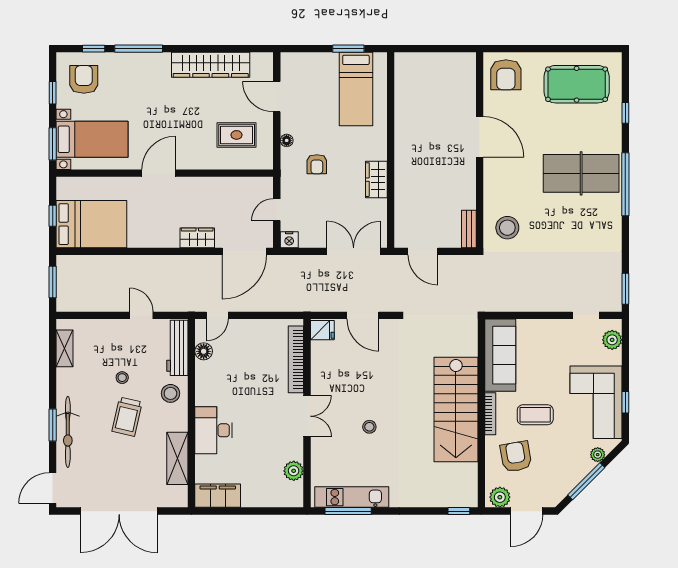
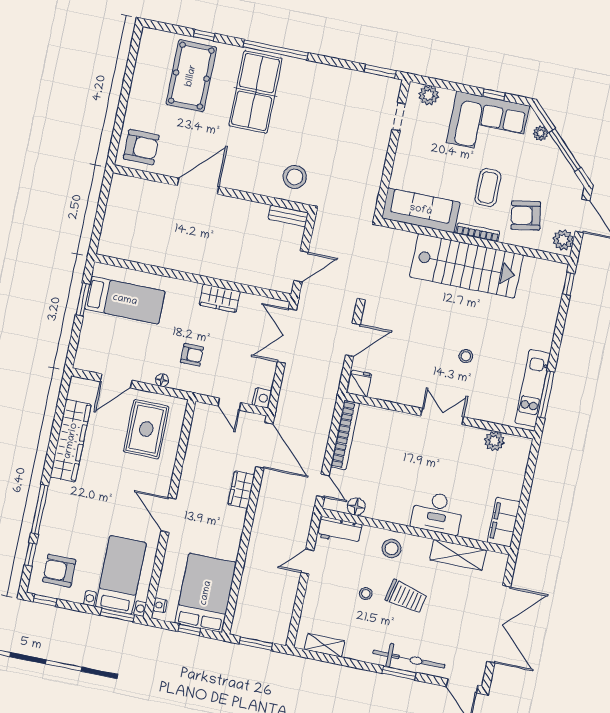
pool table: (577, 84) -> (191, 76), moved
window: (53, 93) -> (45, 600), moved
rug: (237, 135) -> (146, 429), width x1.36, depth x1.43
nightstand: (71, 183) -> (160, 605), added
workbench: (177, 348) -> (340, 531), width x0.73
bookcase: (296, 359) -> (345, 435), moved, turned -90

